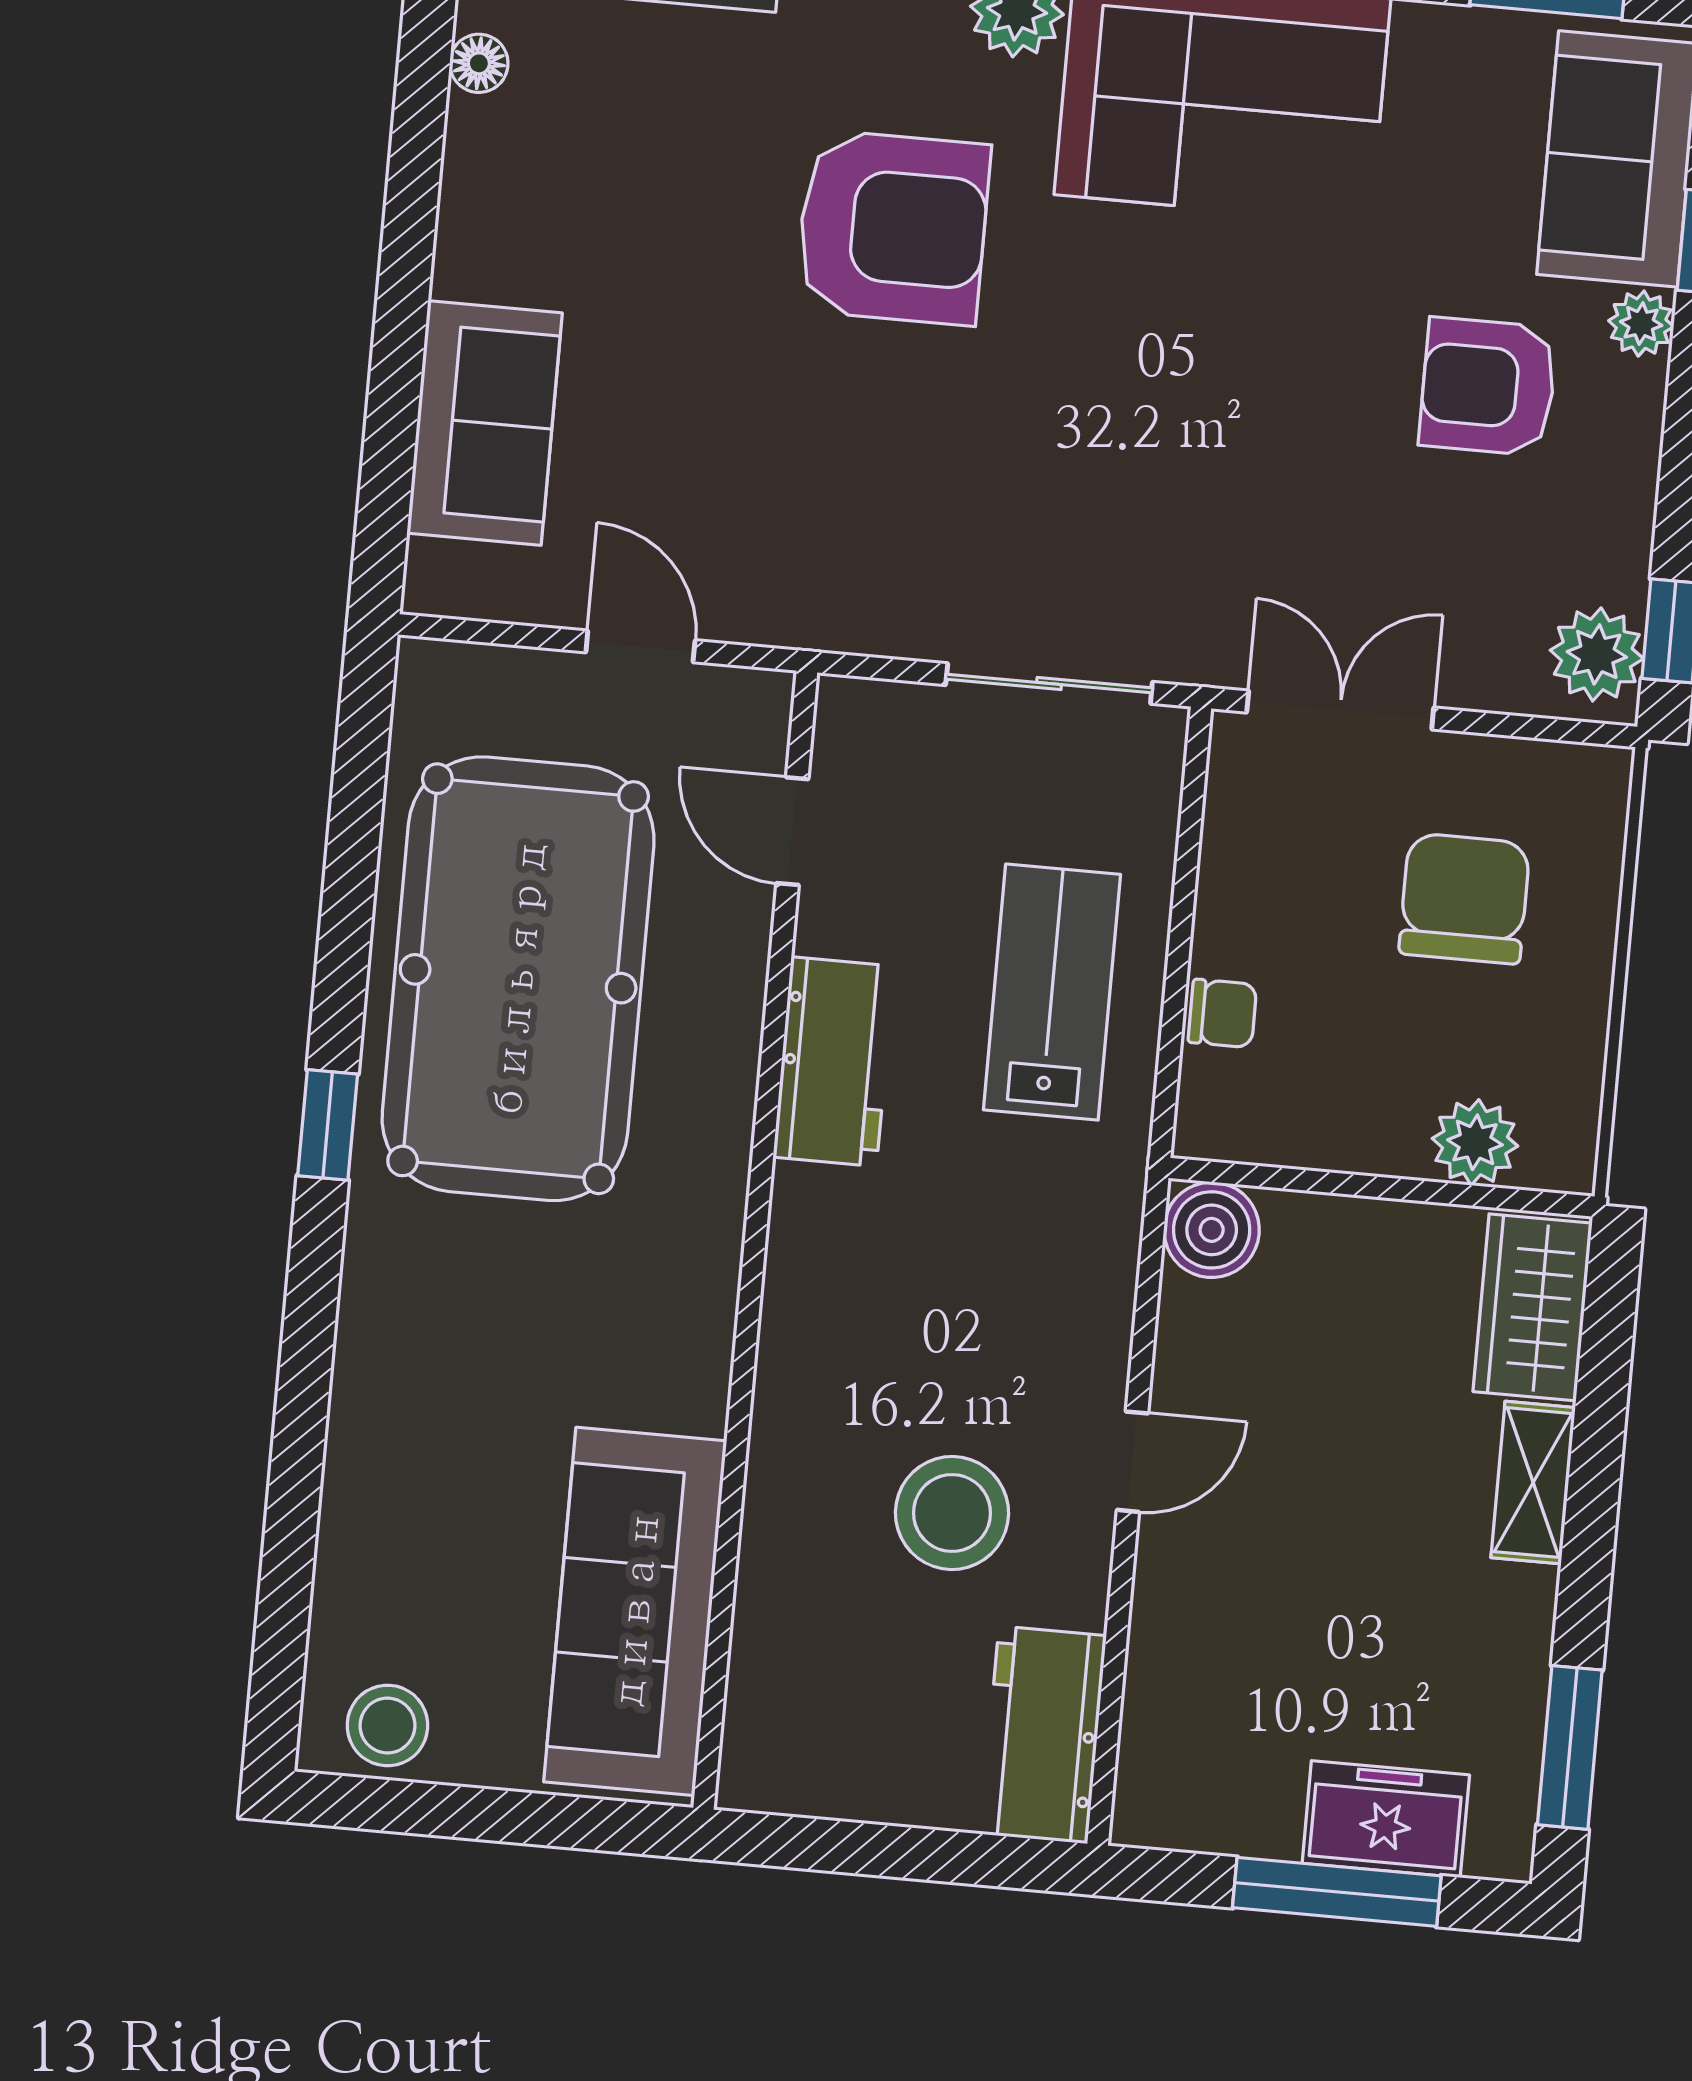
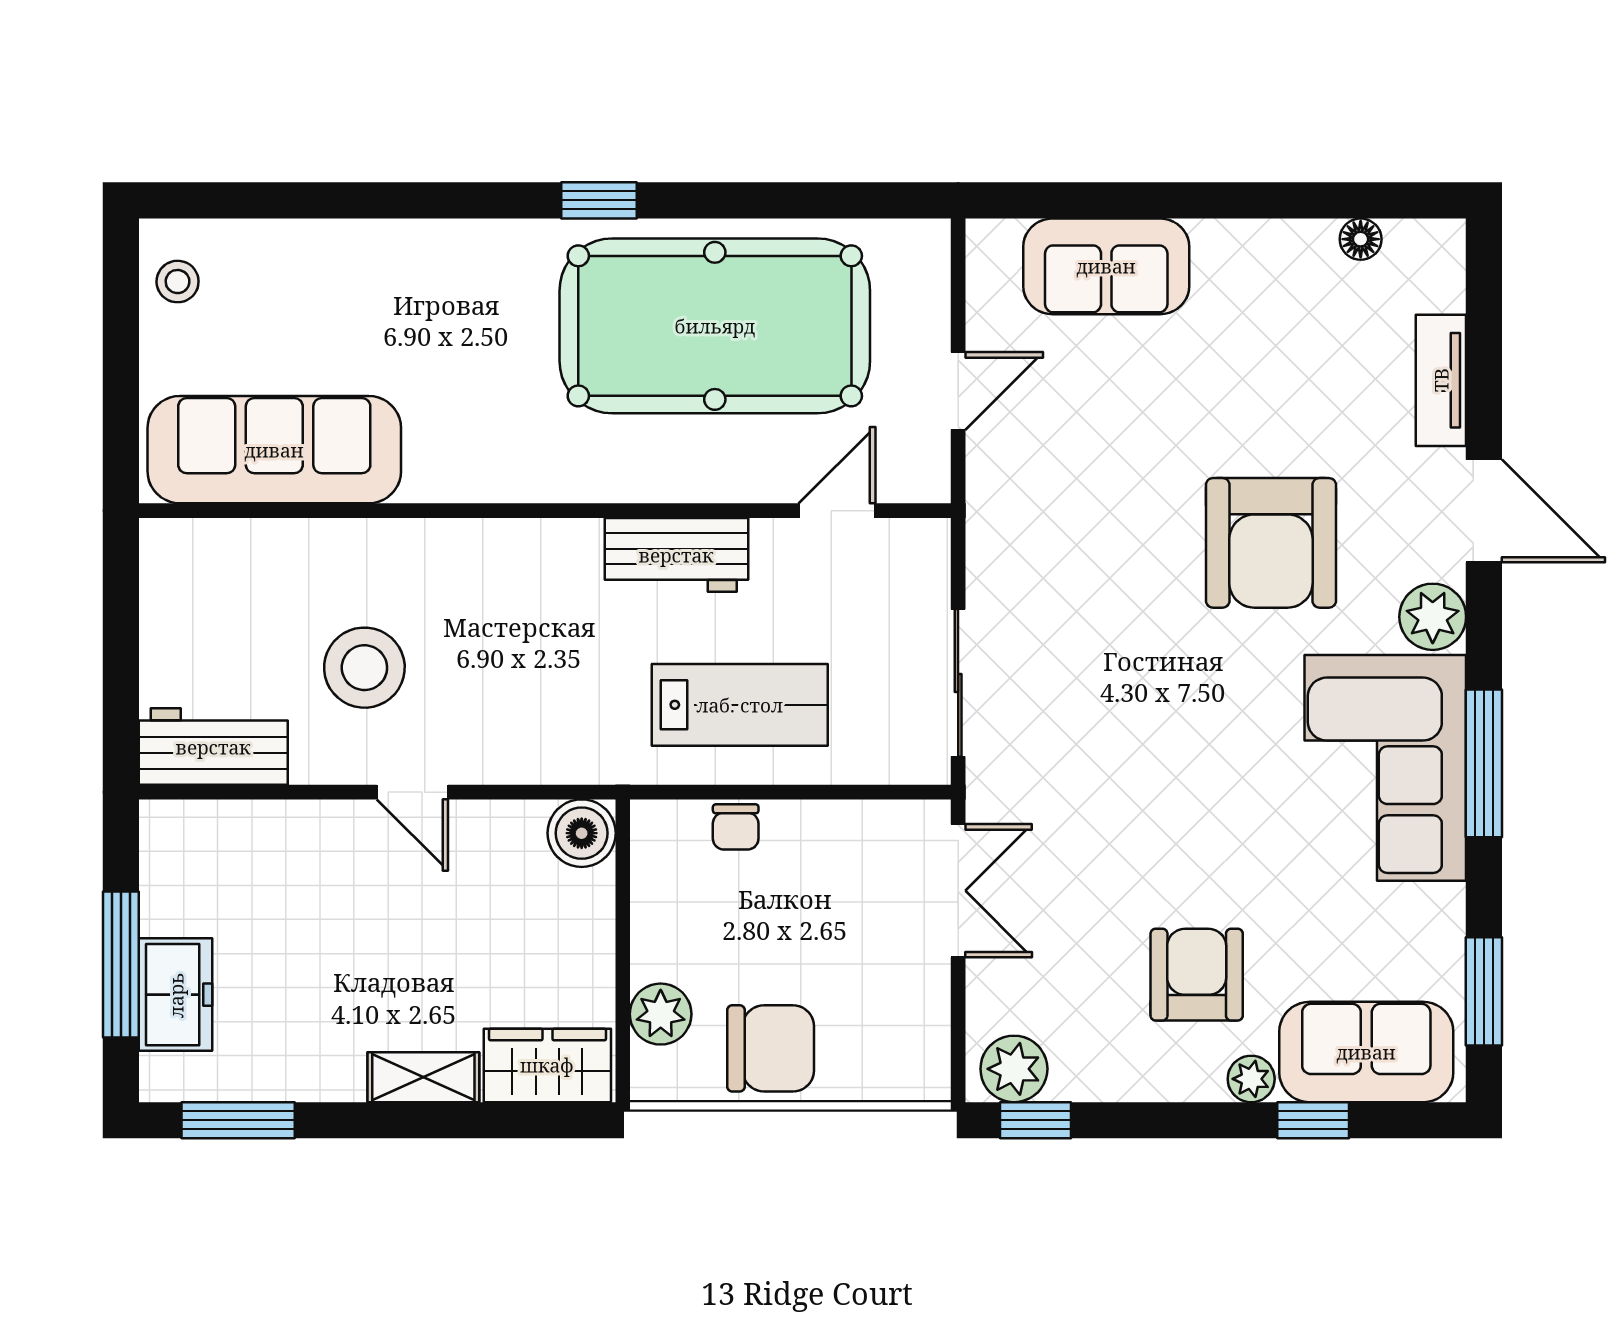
chair: (1464, 898) -> (771, 1048), moved
stool: (387, 1725) -> (178, 282), width x0.73, depth x0.73

